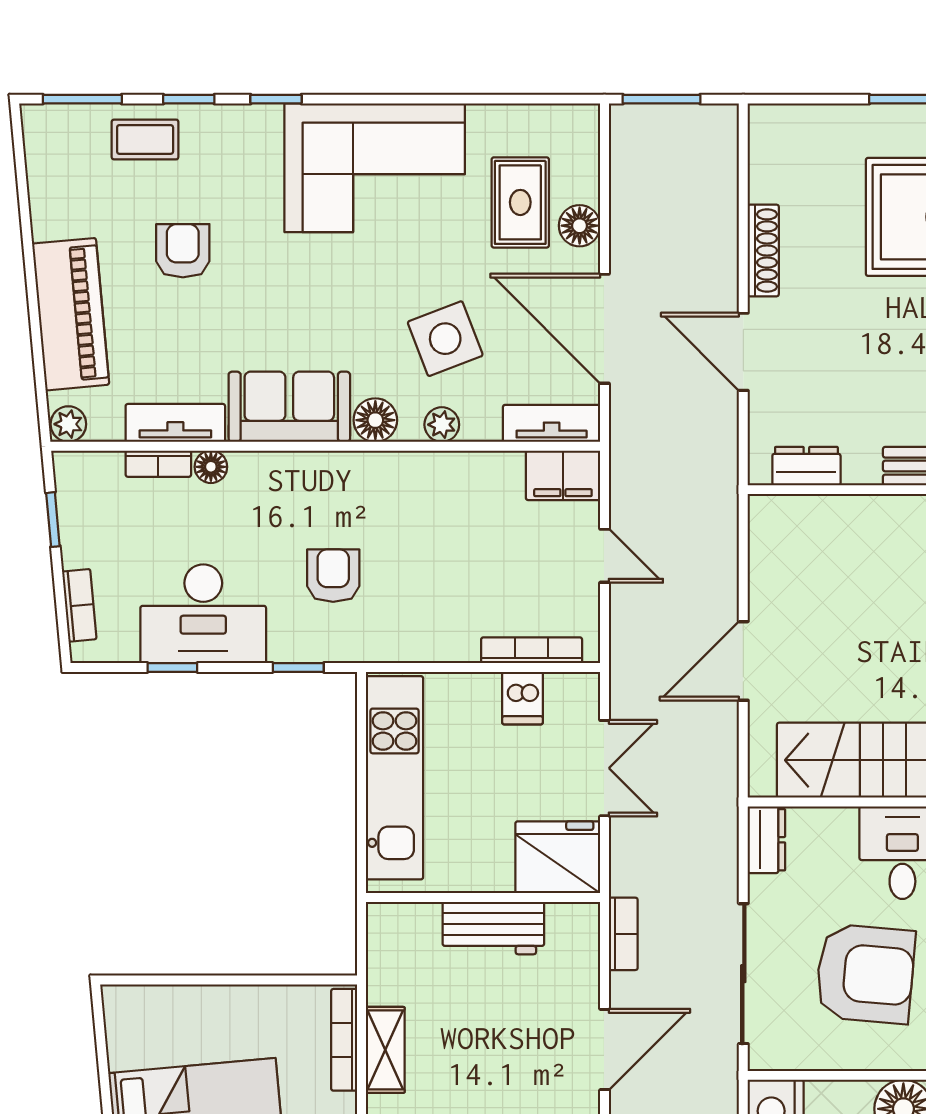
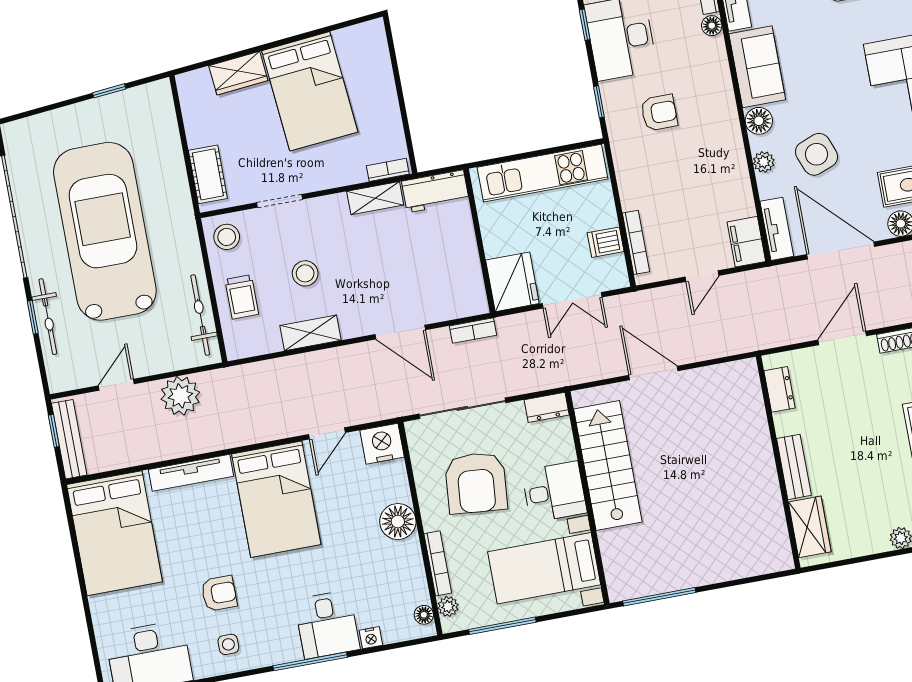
door: (604, 329) -> (841, 250), hinge flipped
workbench: (493, 928) -> (435, 191), moved, turned -90
bookcase: (344, 1040) -> (388, 170), width x0.64

